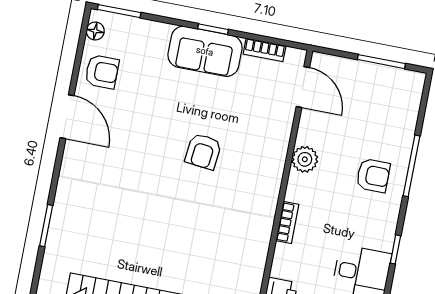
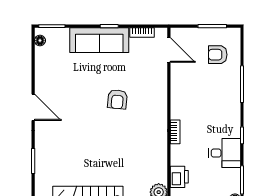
sofa: (205, 51) -> (99, 40), width x1.36
armchair: (102, 72) -> (48, 64), removed
door: (67, 117) -> (33, 107), moved
plant: (305, 159) -> (178, 92), removed
armchair: (373, 176) -> (218, 55), moved, turned 180

